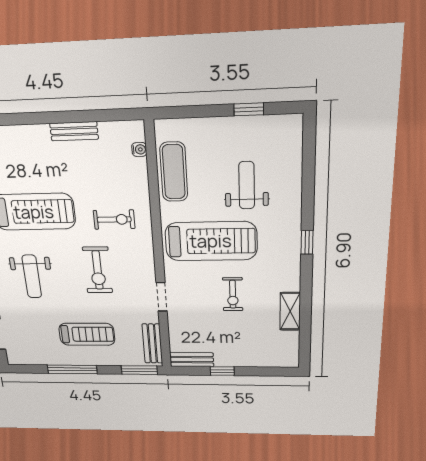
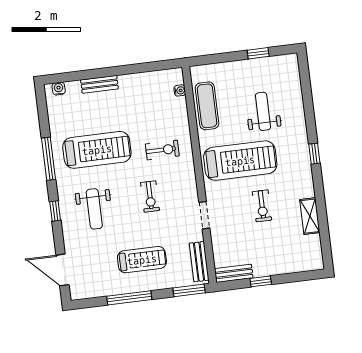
bench: (74, 131) -> (99, 84), moved
exercise bike: (98, 270) -> (150, 197), width x0.73, depth x0.72

